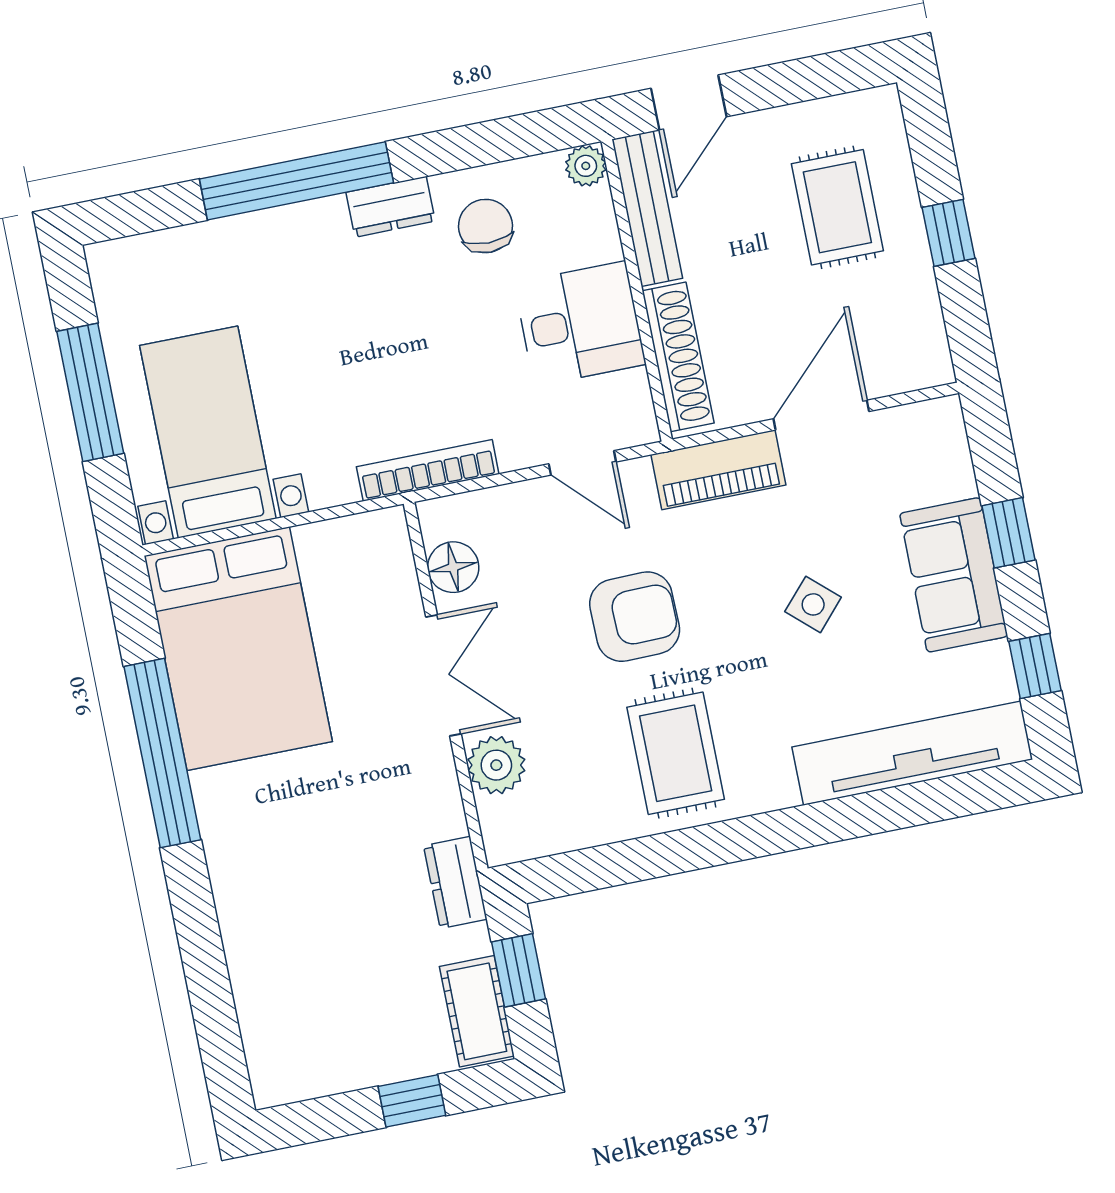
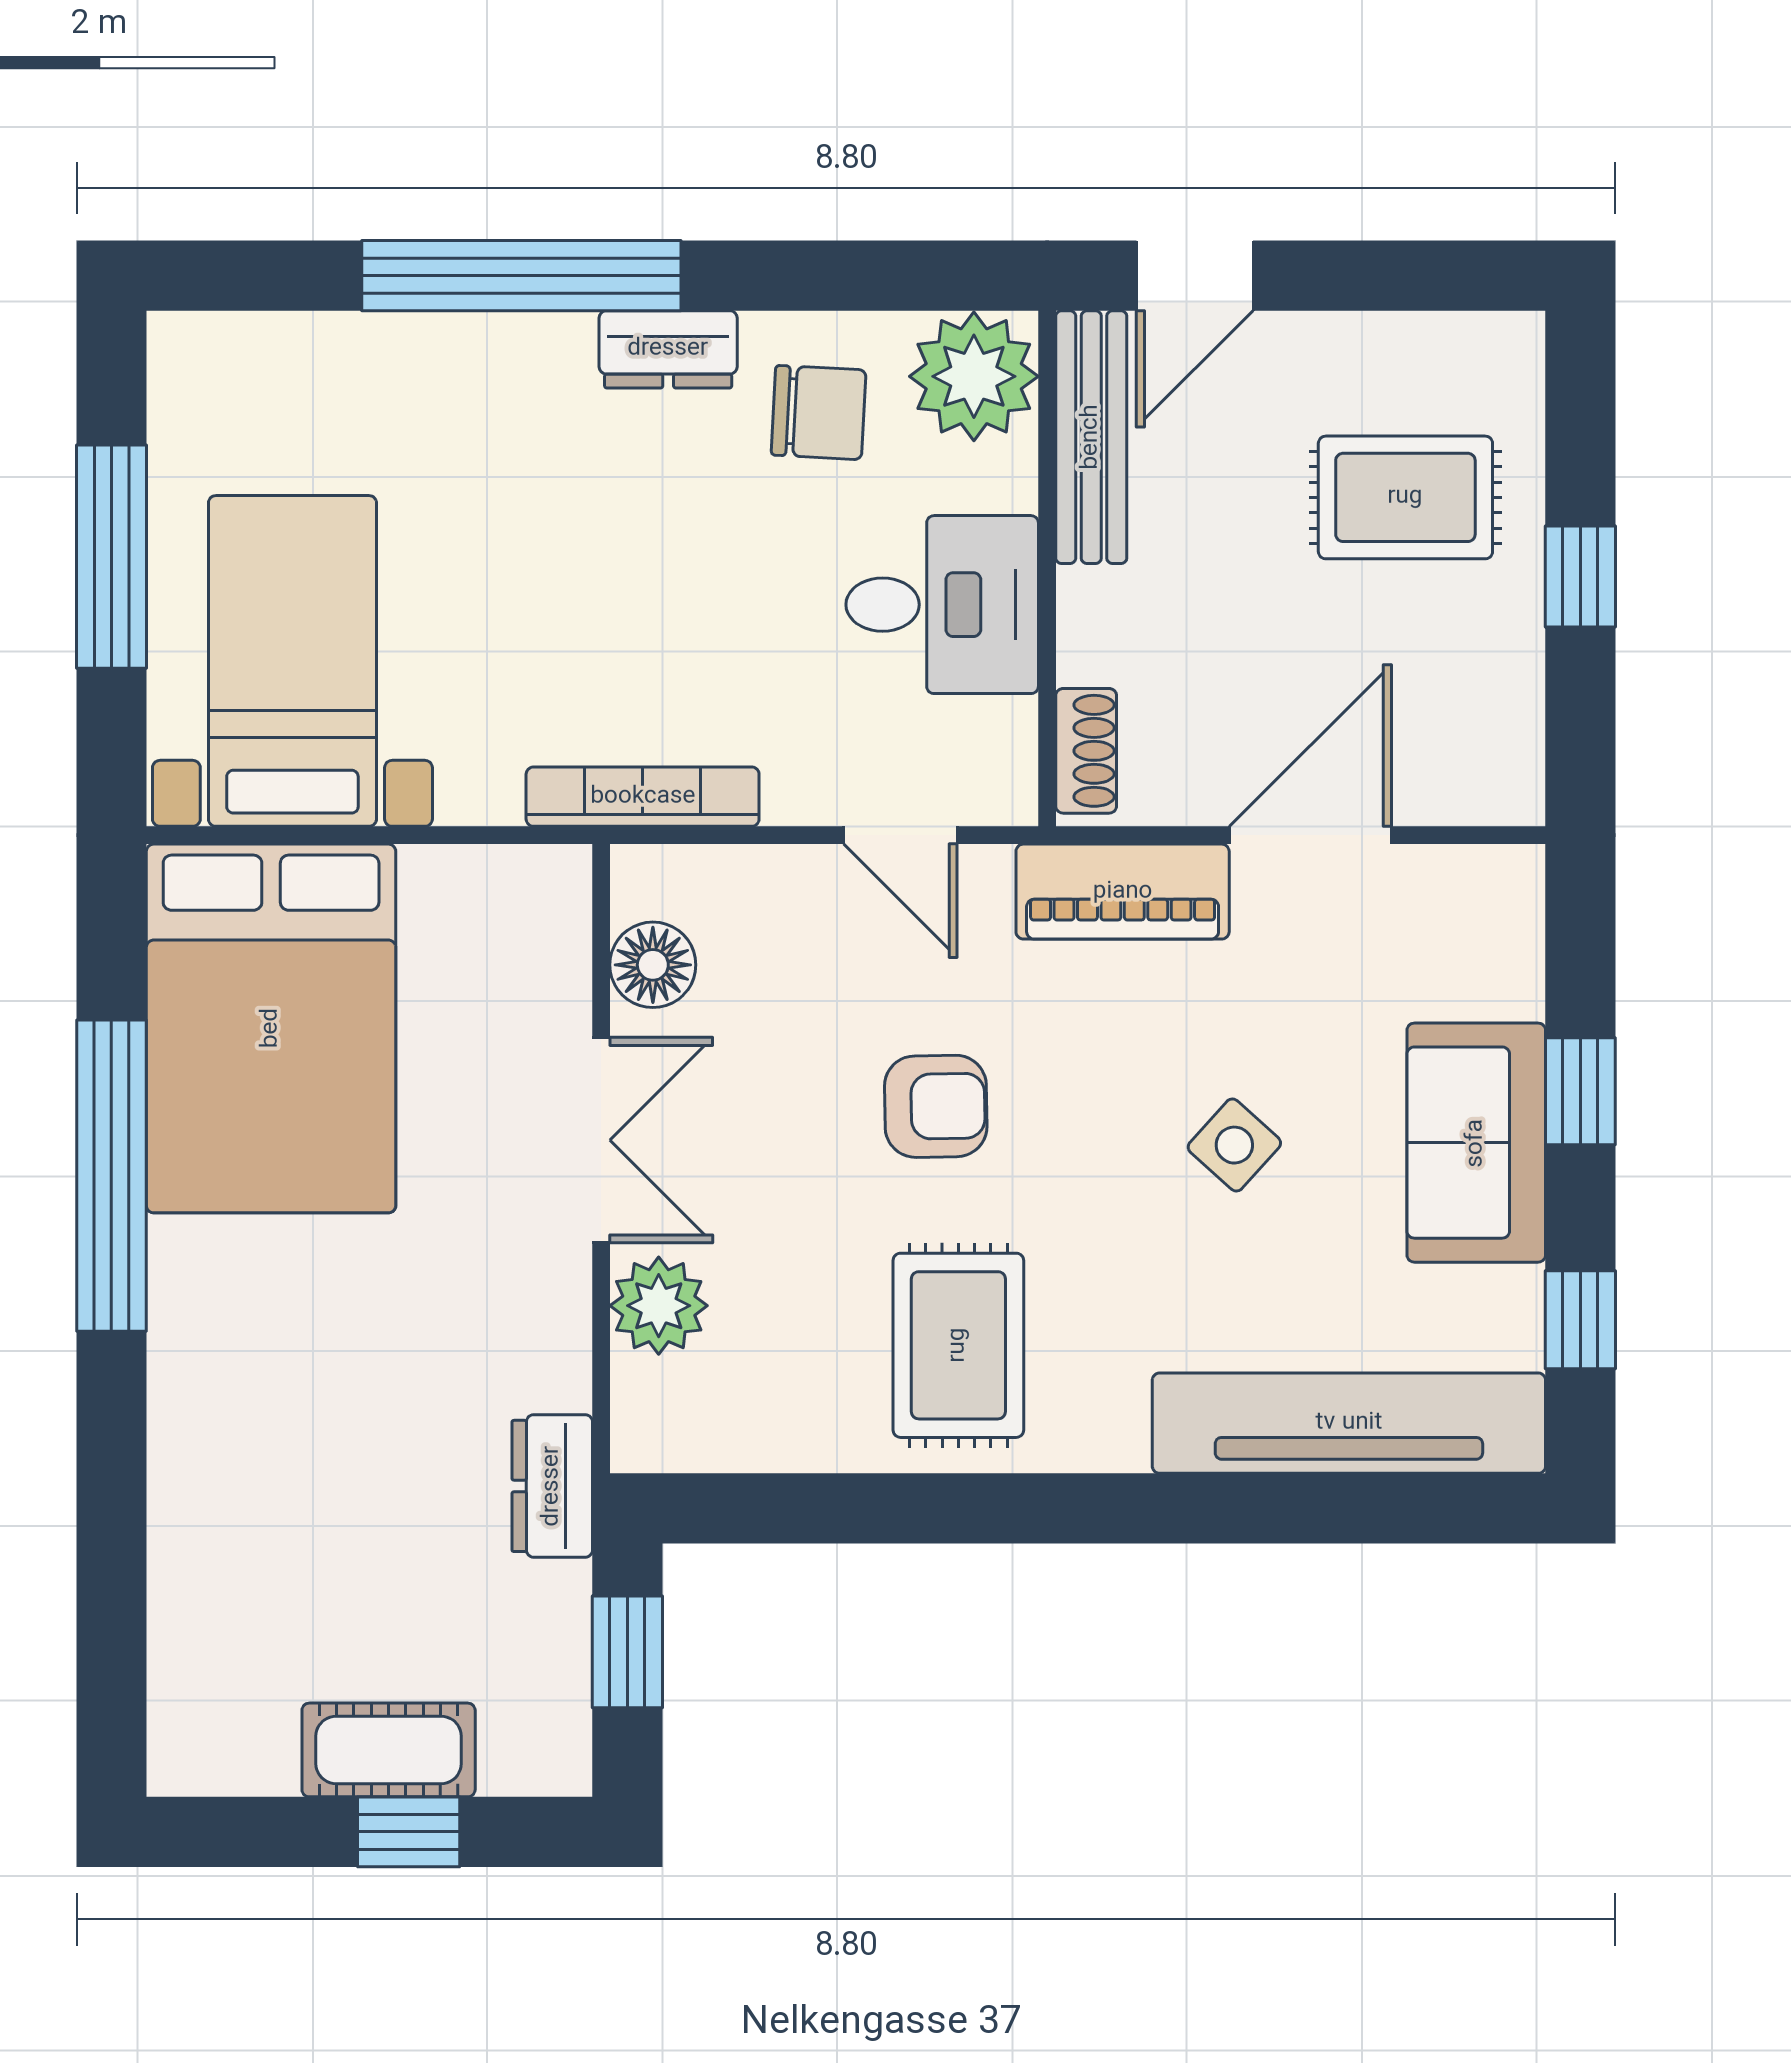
plant: (586, 166) -> (974, 376), width x1.88, depth x1.88
rug: (837, 207) -> (1405, 497), turned 90
chair: (486, 226) -> (819, 412), turned 93
shoe rack: (678, 357) -> (1086, 751), width x0.51, depth x0.81
armchair: (635, 617) -> (936, 1106), width x0.72, depth x0.72
cot: (477, 1011) -> (389, 1750), moved, turned 90

